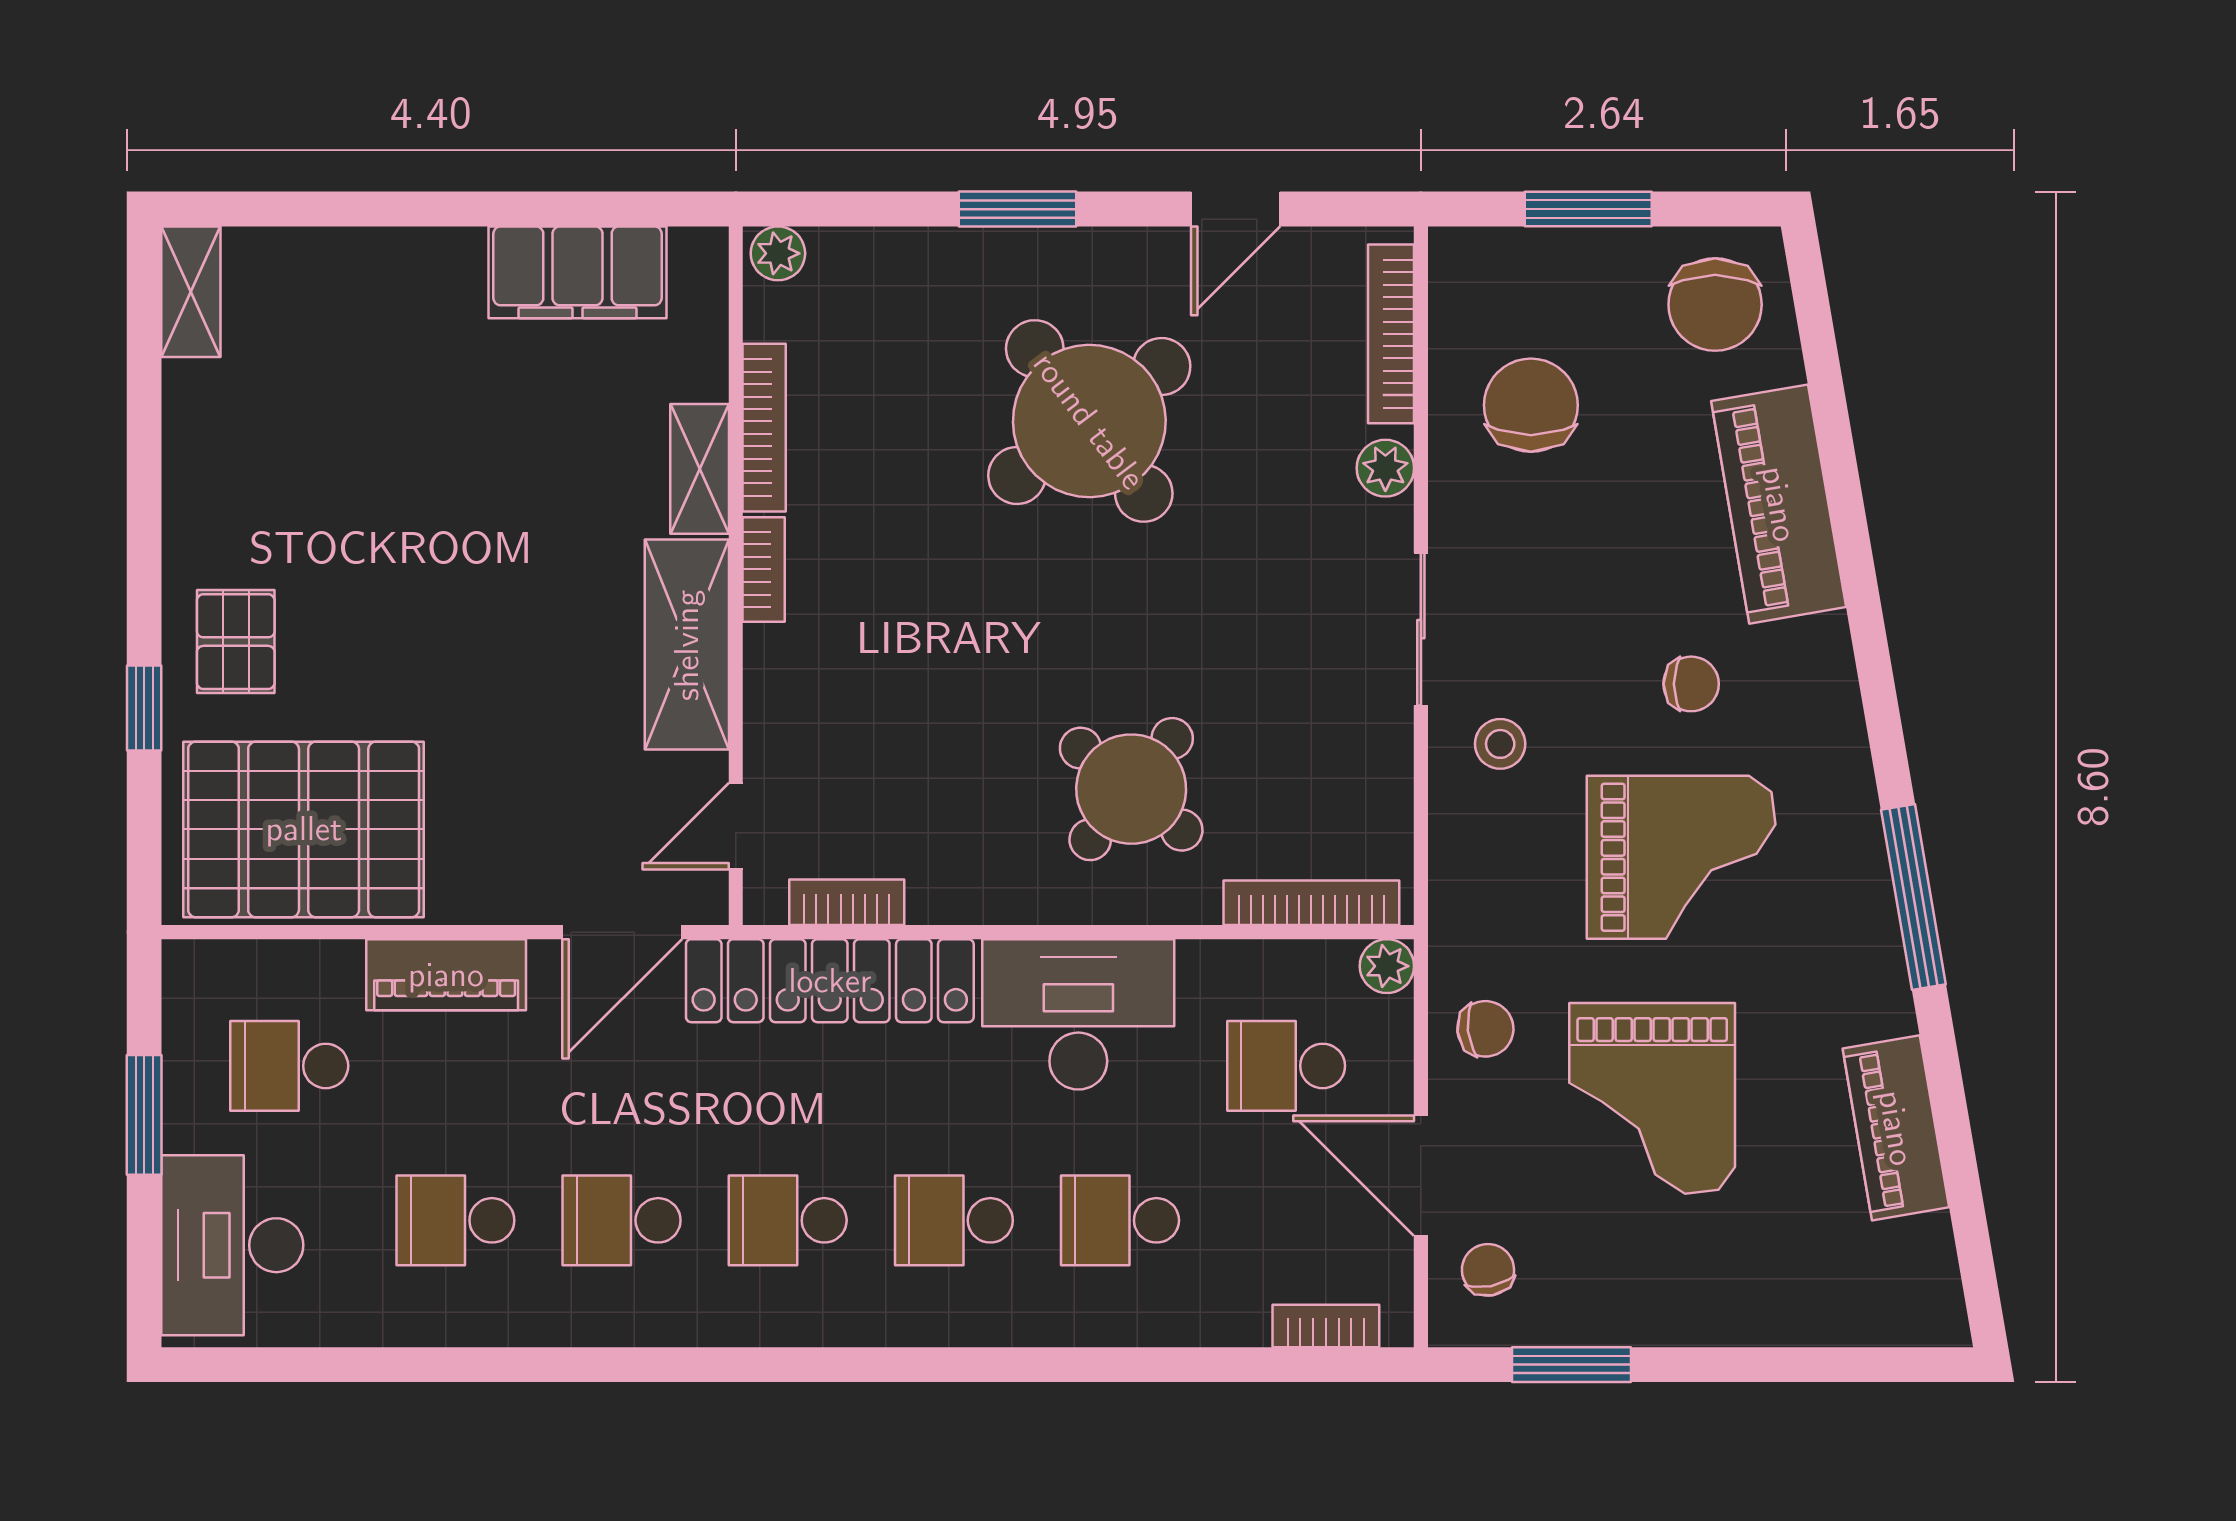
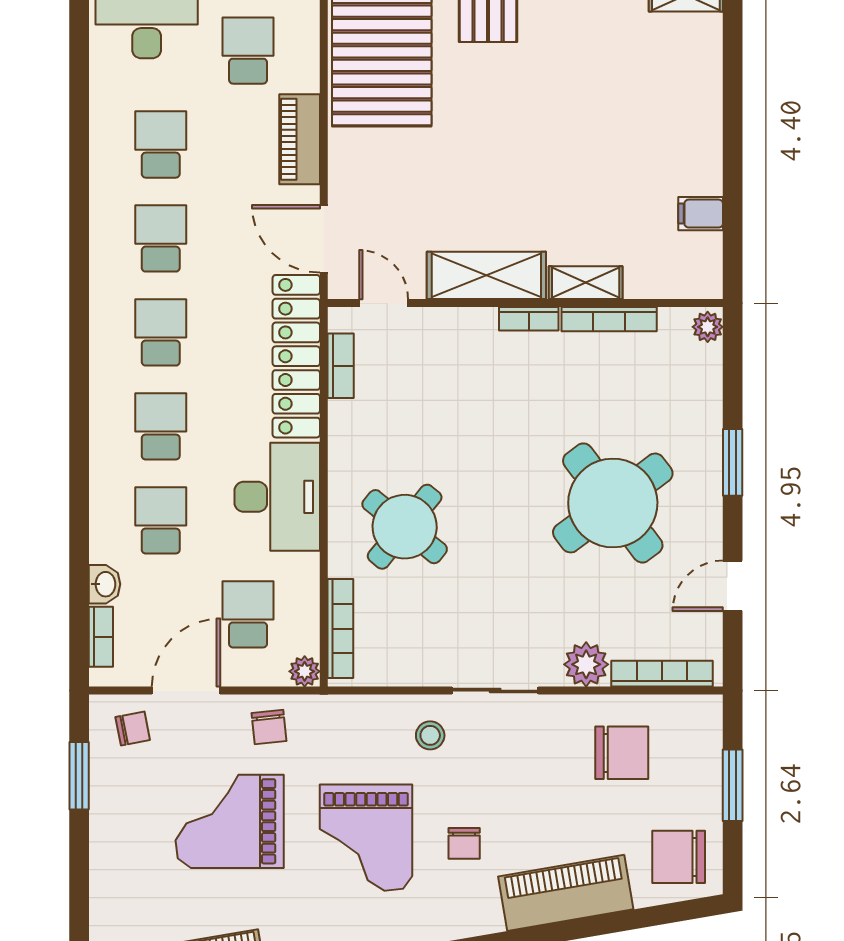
door: (1236, 209) -> (733, 586), hinge flipped
filing cabinet: (577, 272) -> (701, 214), width x0.33, depth x0.86
plant: (1385, 468) -> (586, 664), width x1.38, depth x1.38
washbasin: (1233, 1320) -> (105, 584), added

